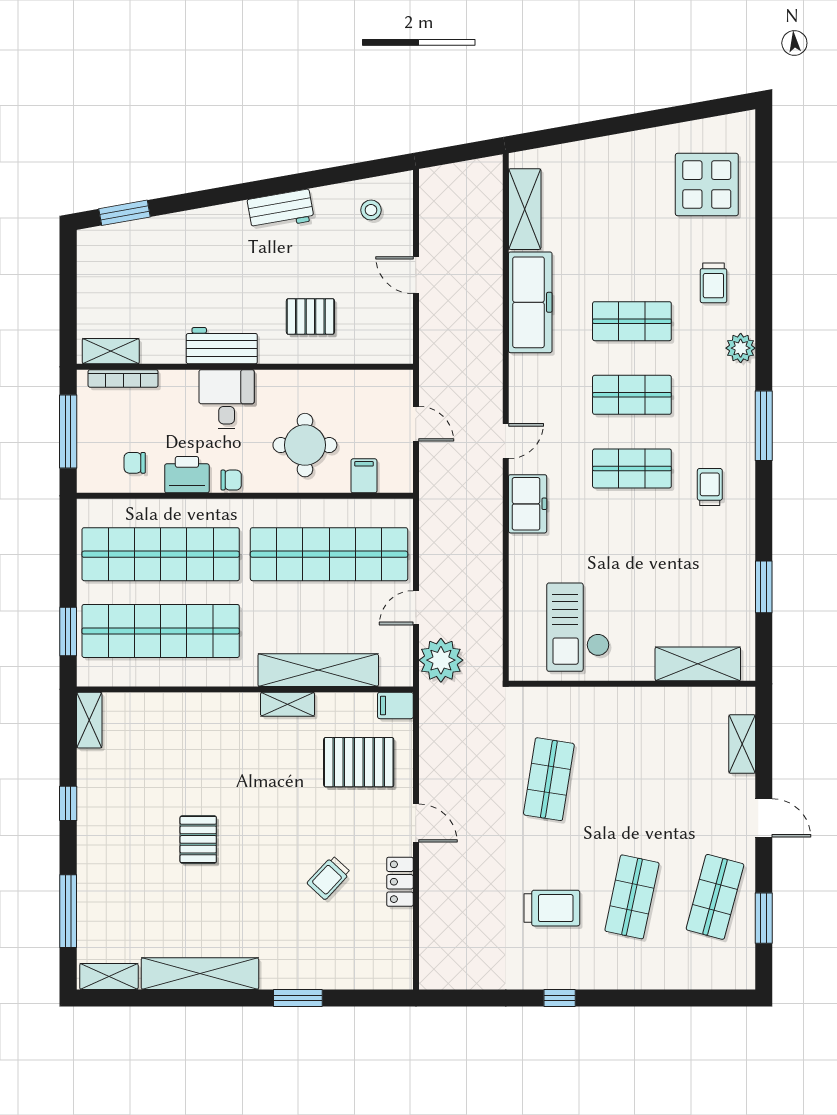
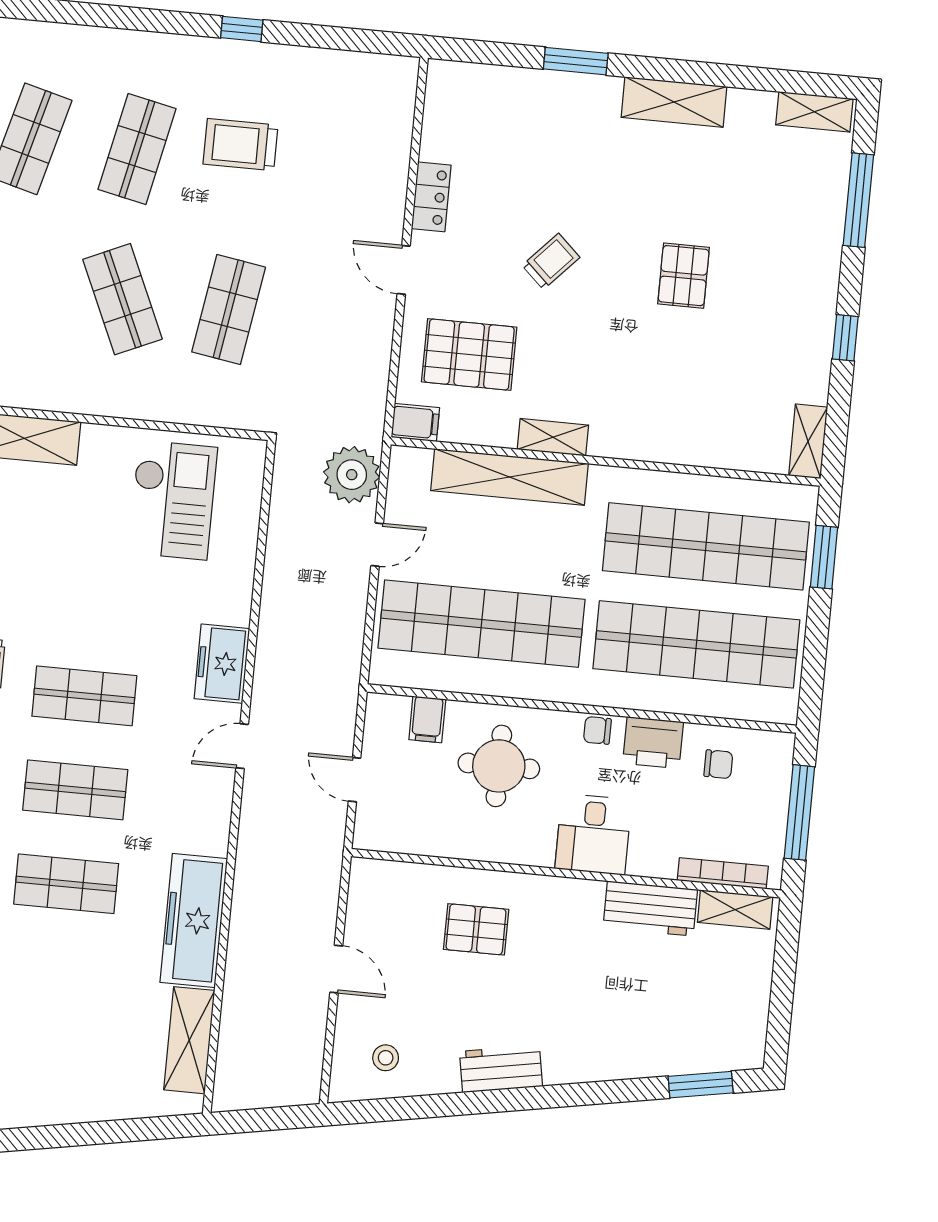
workbench: (222, 346) -> (650, 909), moved
shop shelf: (632, 779) -> (122, 299), added
trolley: (329, 878) -> (551, 261), moved
shelving: (200, 974) -> (674, 102), width x0.68

